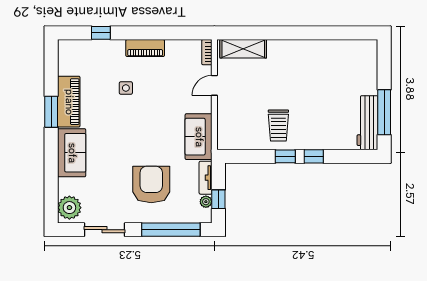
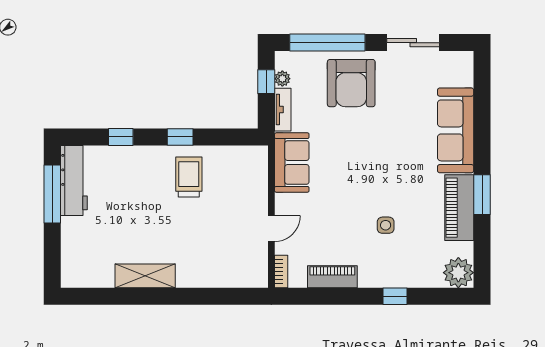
window: (101, 33) -> (395, 296), moved
piano: (145, 48) -> (332, 277), moved
shelving: (243, 49) -> (145, 276), moved
sofa: (72, 153) -> (456, 130), width x1.36
window: (314, 156) -> (121, 137), moved
armchair: (151, 185) -> (351, 83), moved
plant: (69, 208) -> (458, 273), moved

